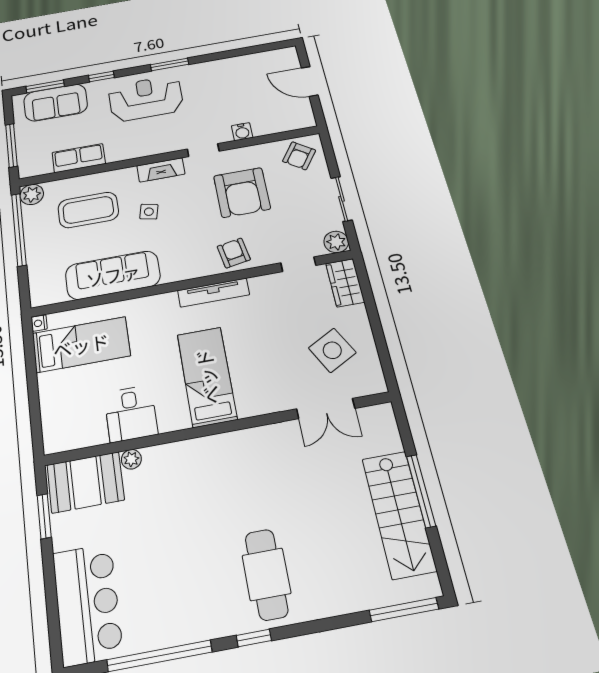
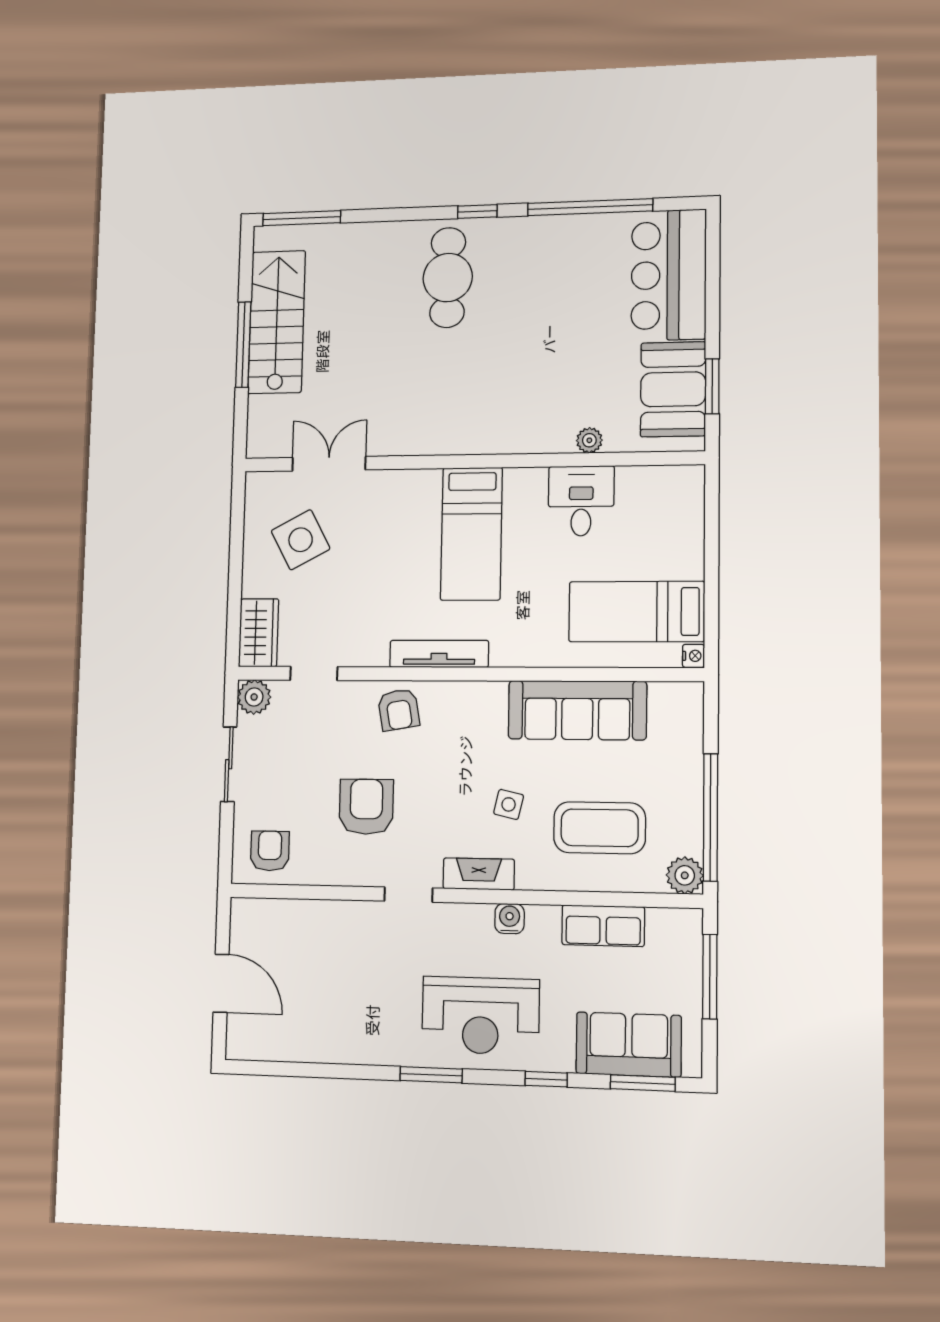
water cooler: (242, 132) -> (510, 919), moved
armchair: (299, 156) -> (270, 851), turned -35
armchair: (242, 192) -> (366, 807), width x0.73, depth x0.73
booth: (86, 482) -> (673, 389), moved, turned 90

